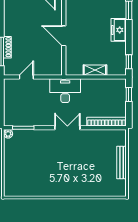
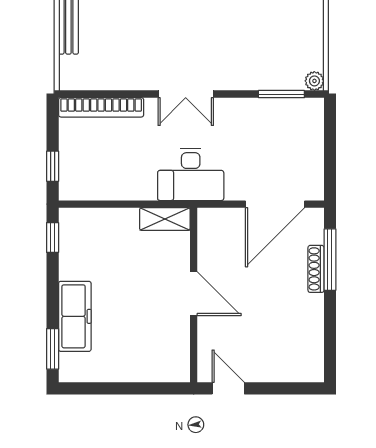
freezer: (119, 30) -> (75, 316), width x1.40
shelving: (95, 70) -> (165, 219), moved
door: (26, 77) -> (275, 204), width x1.88

